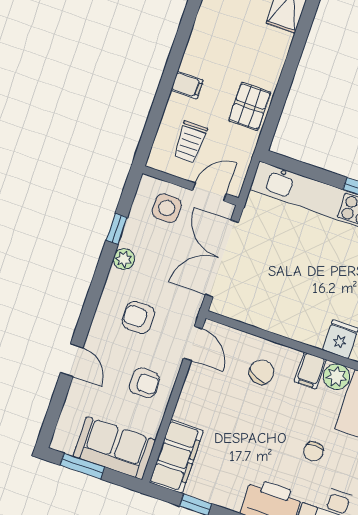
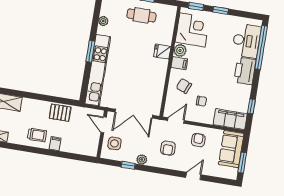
trolley: (190, 142) -> (37, 135), moved
chair: (314, 451) -> (201, 101), moved

